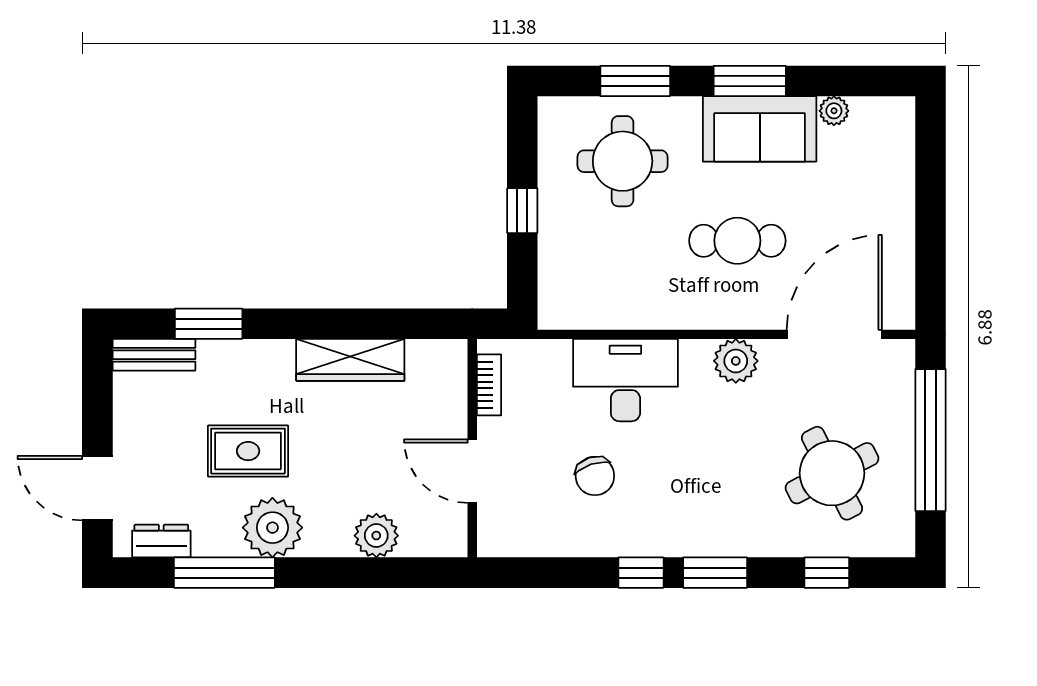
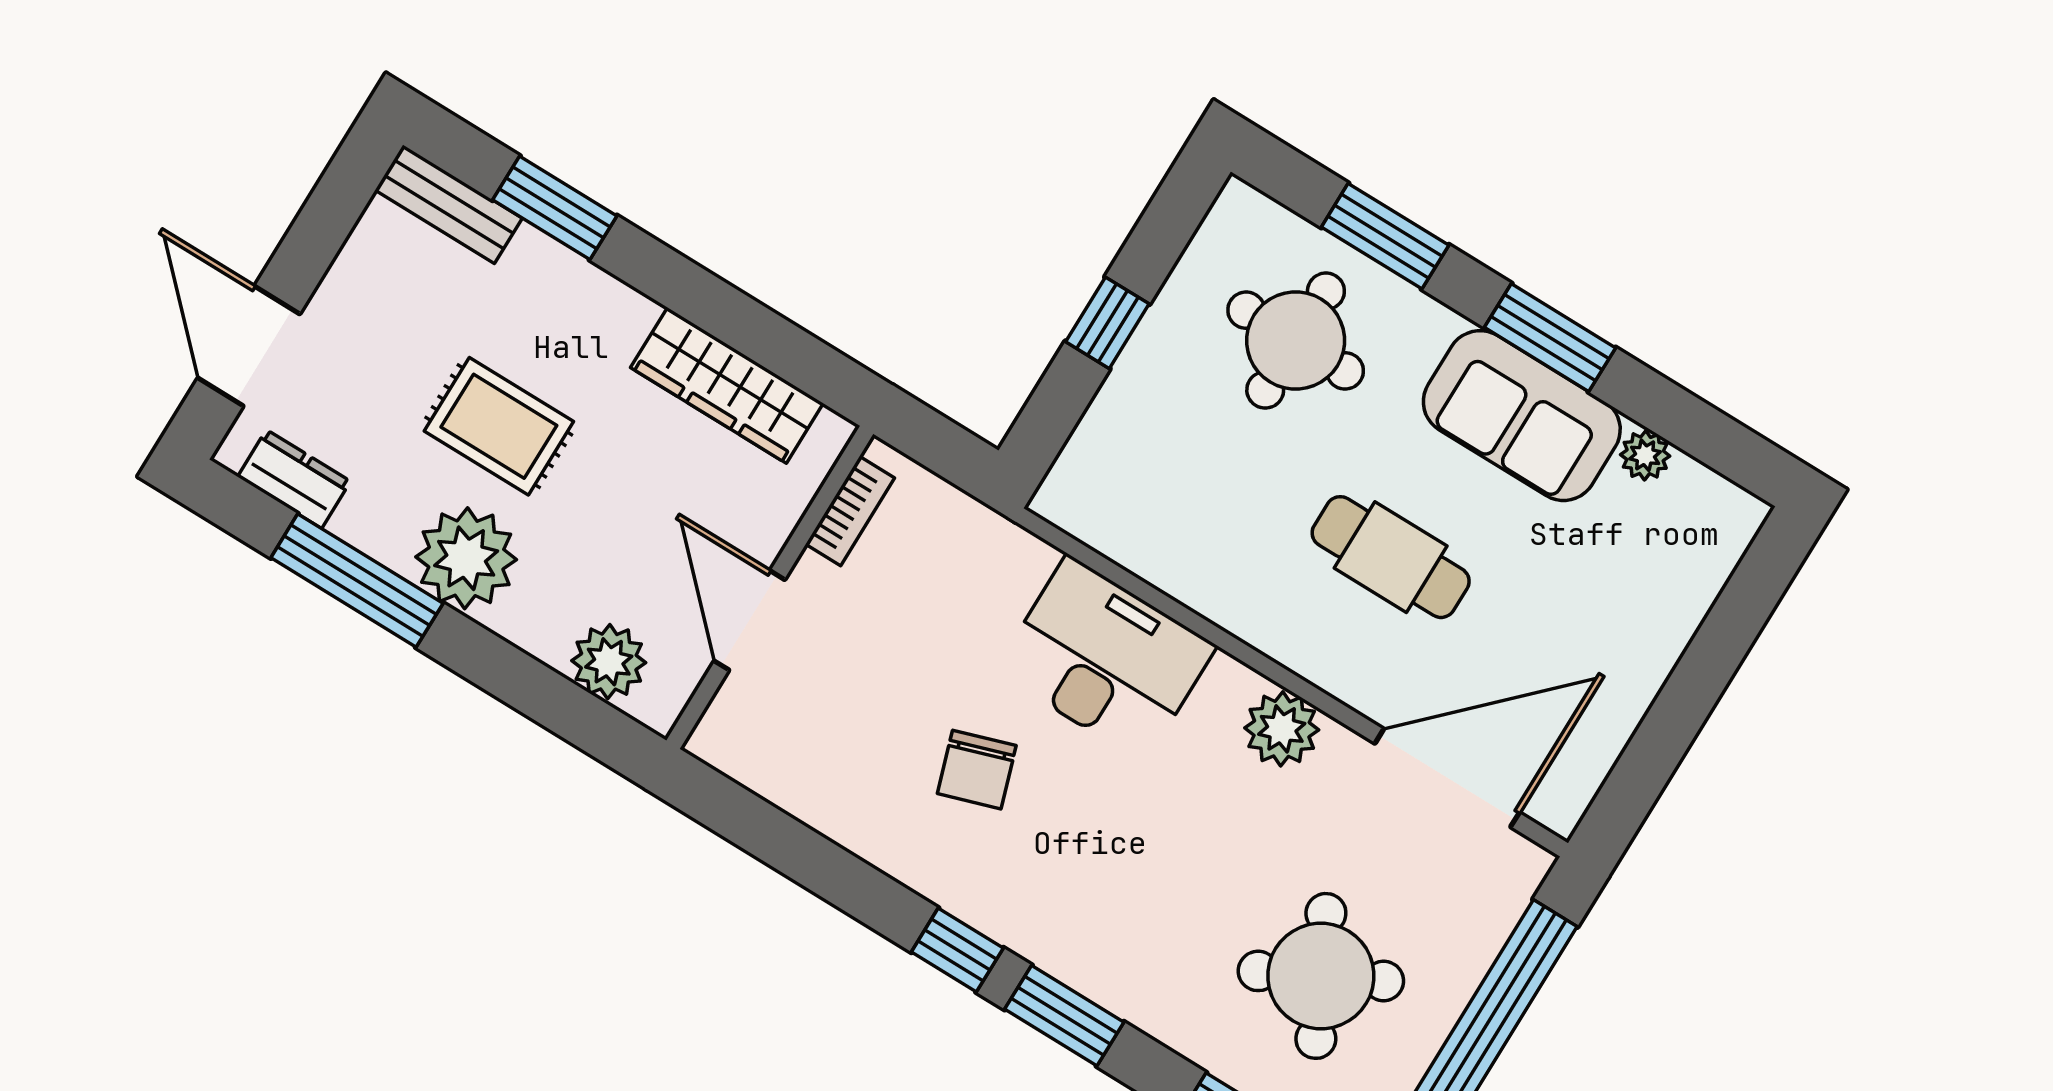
bookcase: (489, 385) -> (850, 511), moved
wall: (472, 448) -> (770, 587), moved
door: (472, 471) -> (750, 620), moved

